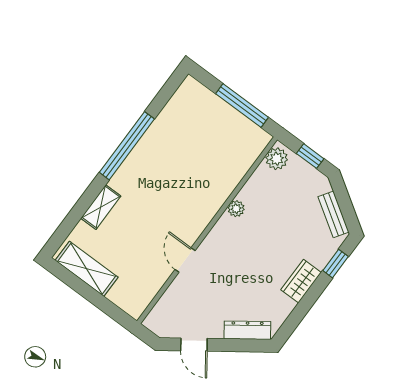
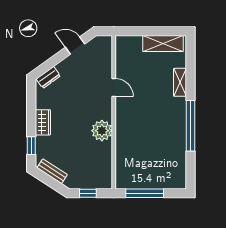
plant: (277, 159) -> (105, 178), removed
plant: (236, 209) -> (102, 131), width x1.88, depth x1.88
dresser: (247, 330) -> (48, 77), width x0.70

